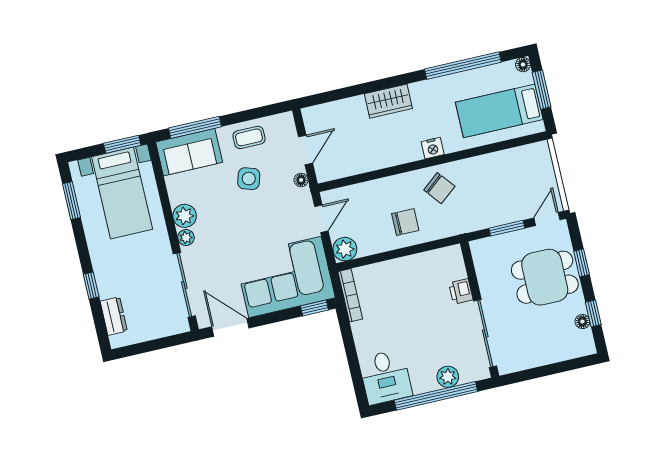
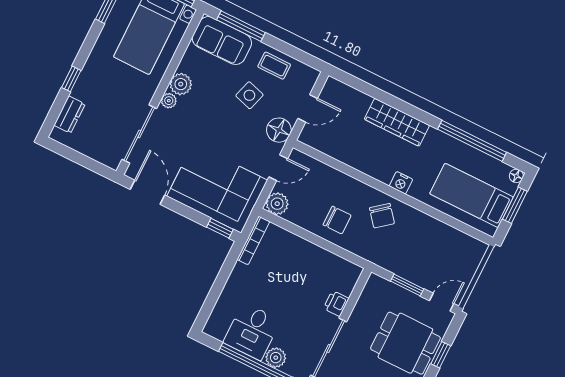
wardrobe: (388, 101) -> (397, 122), width x1.50
floor lamp: (301, 180) -> (279, 130), width x1.89, depth x1.89
desk: (386, 377) -> (252, 331), moved

